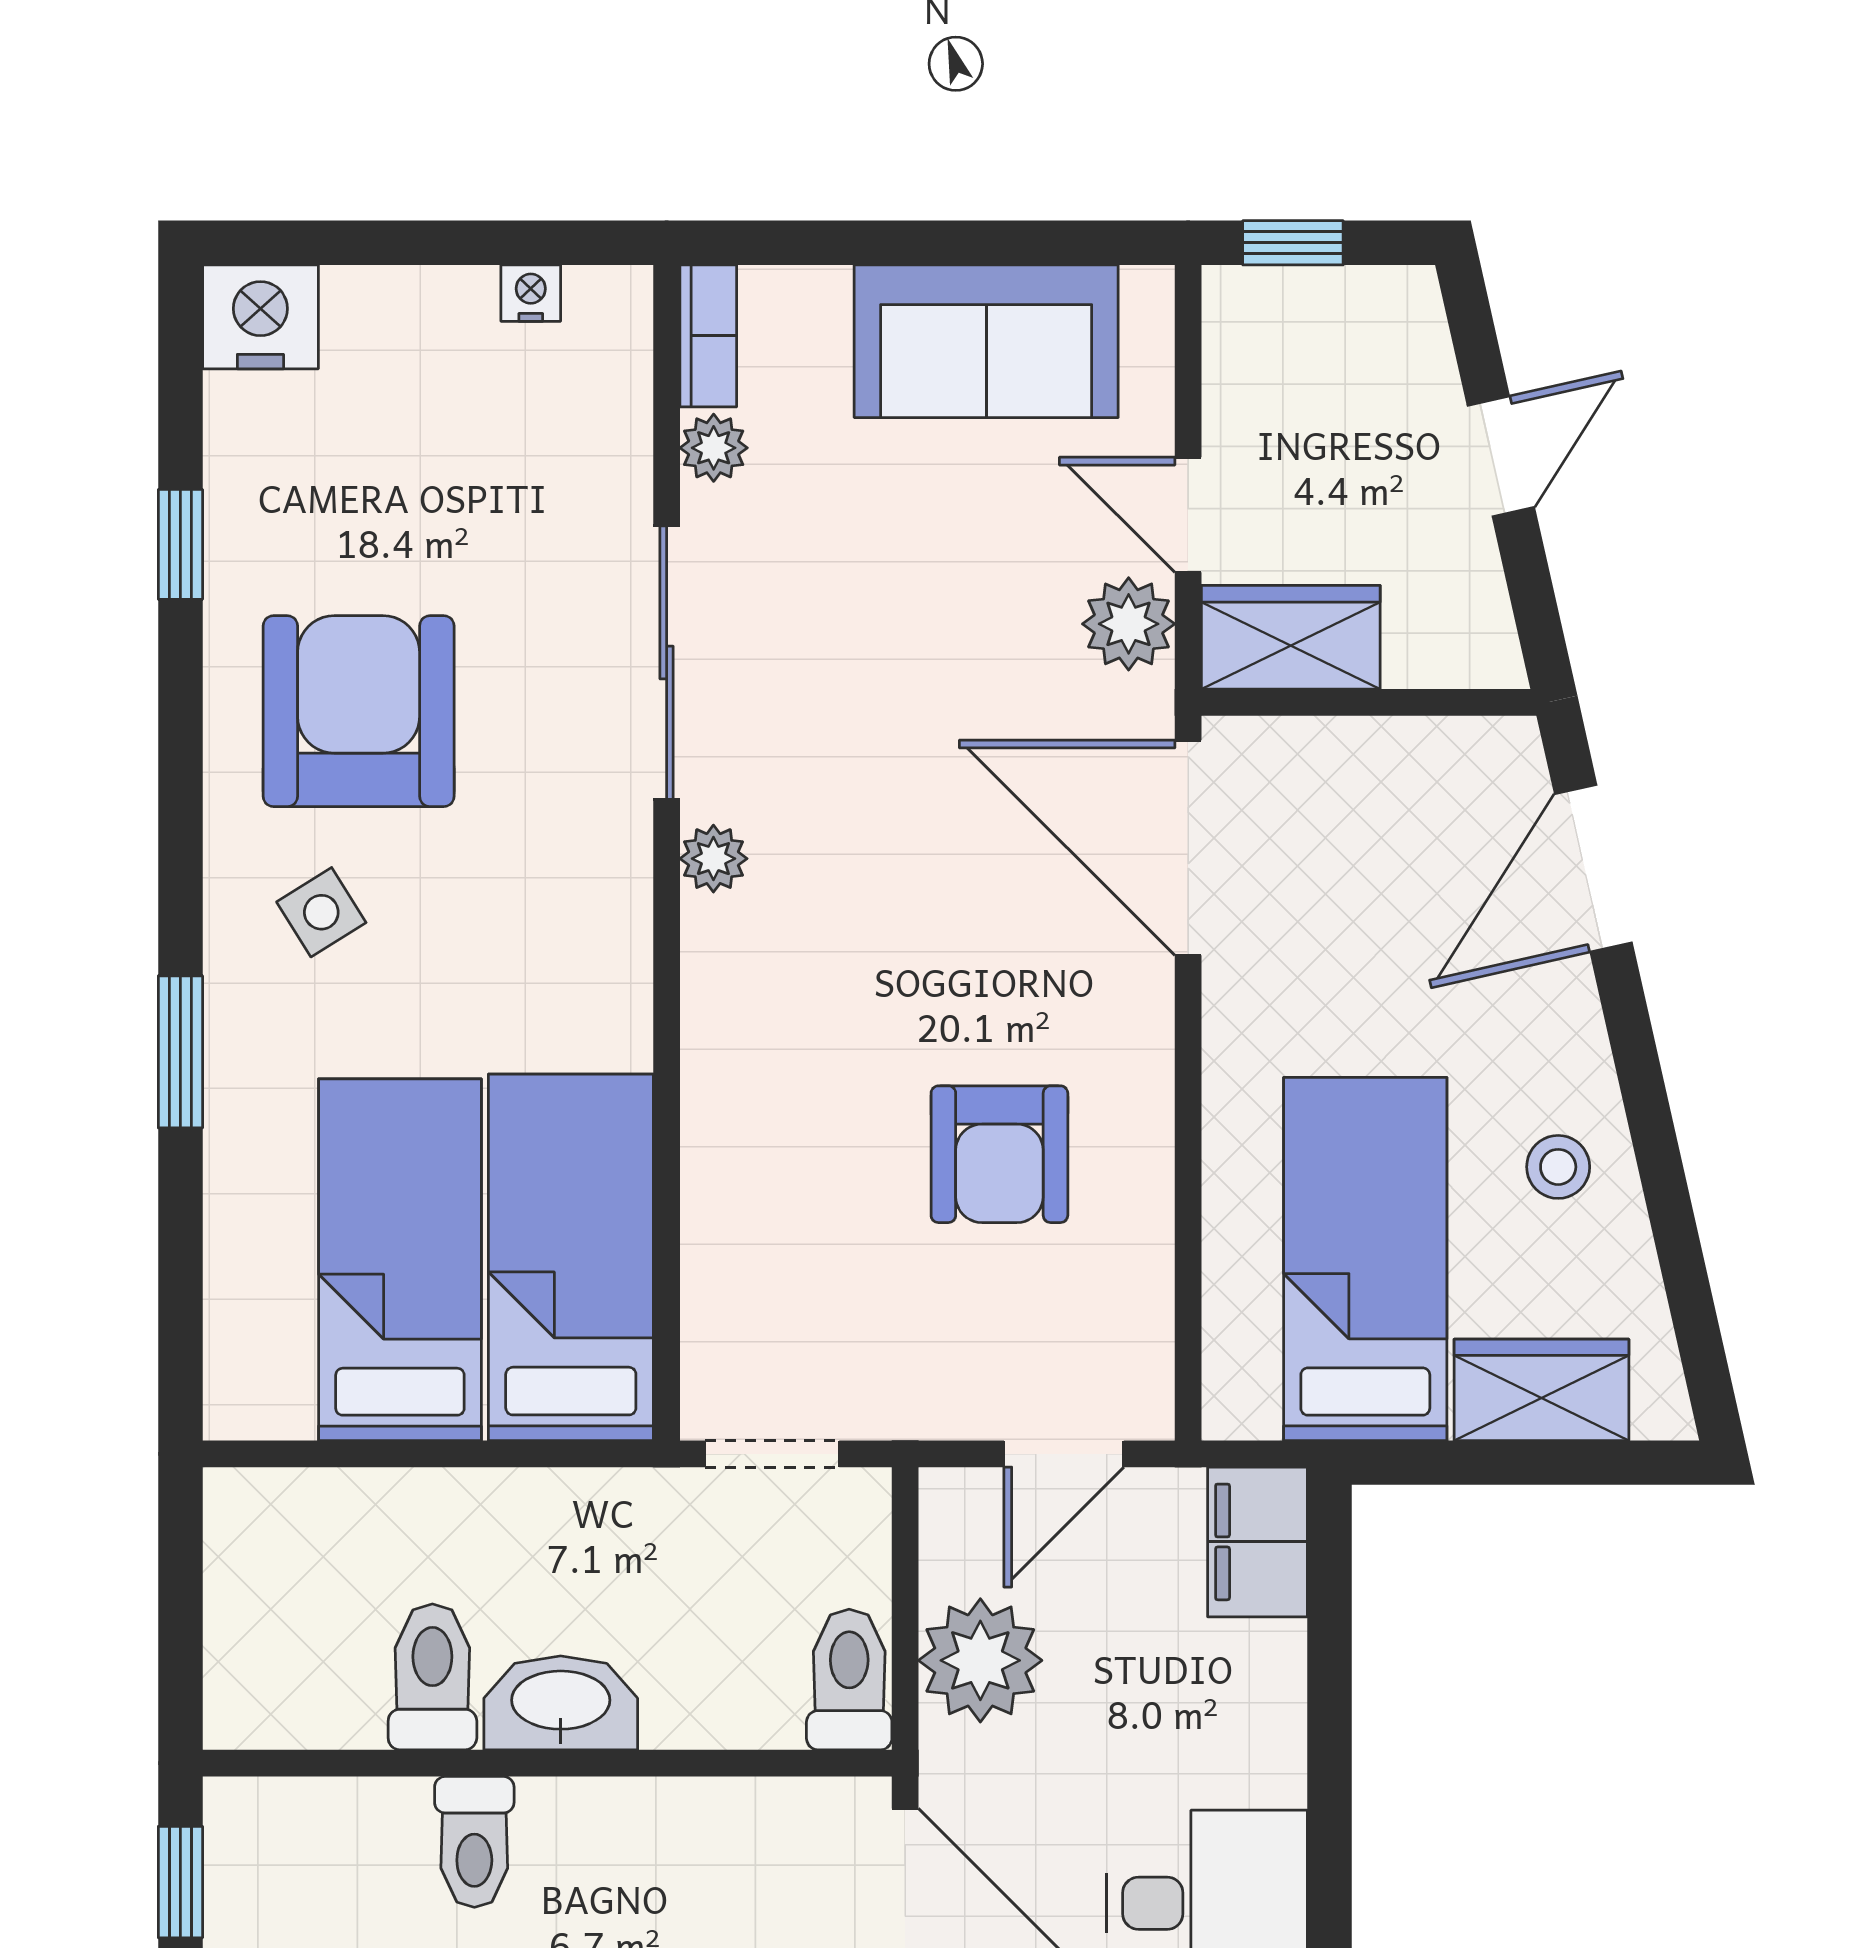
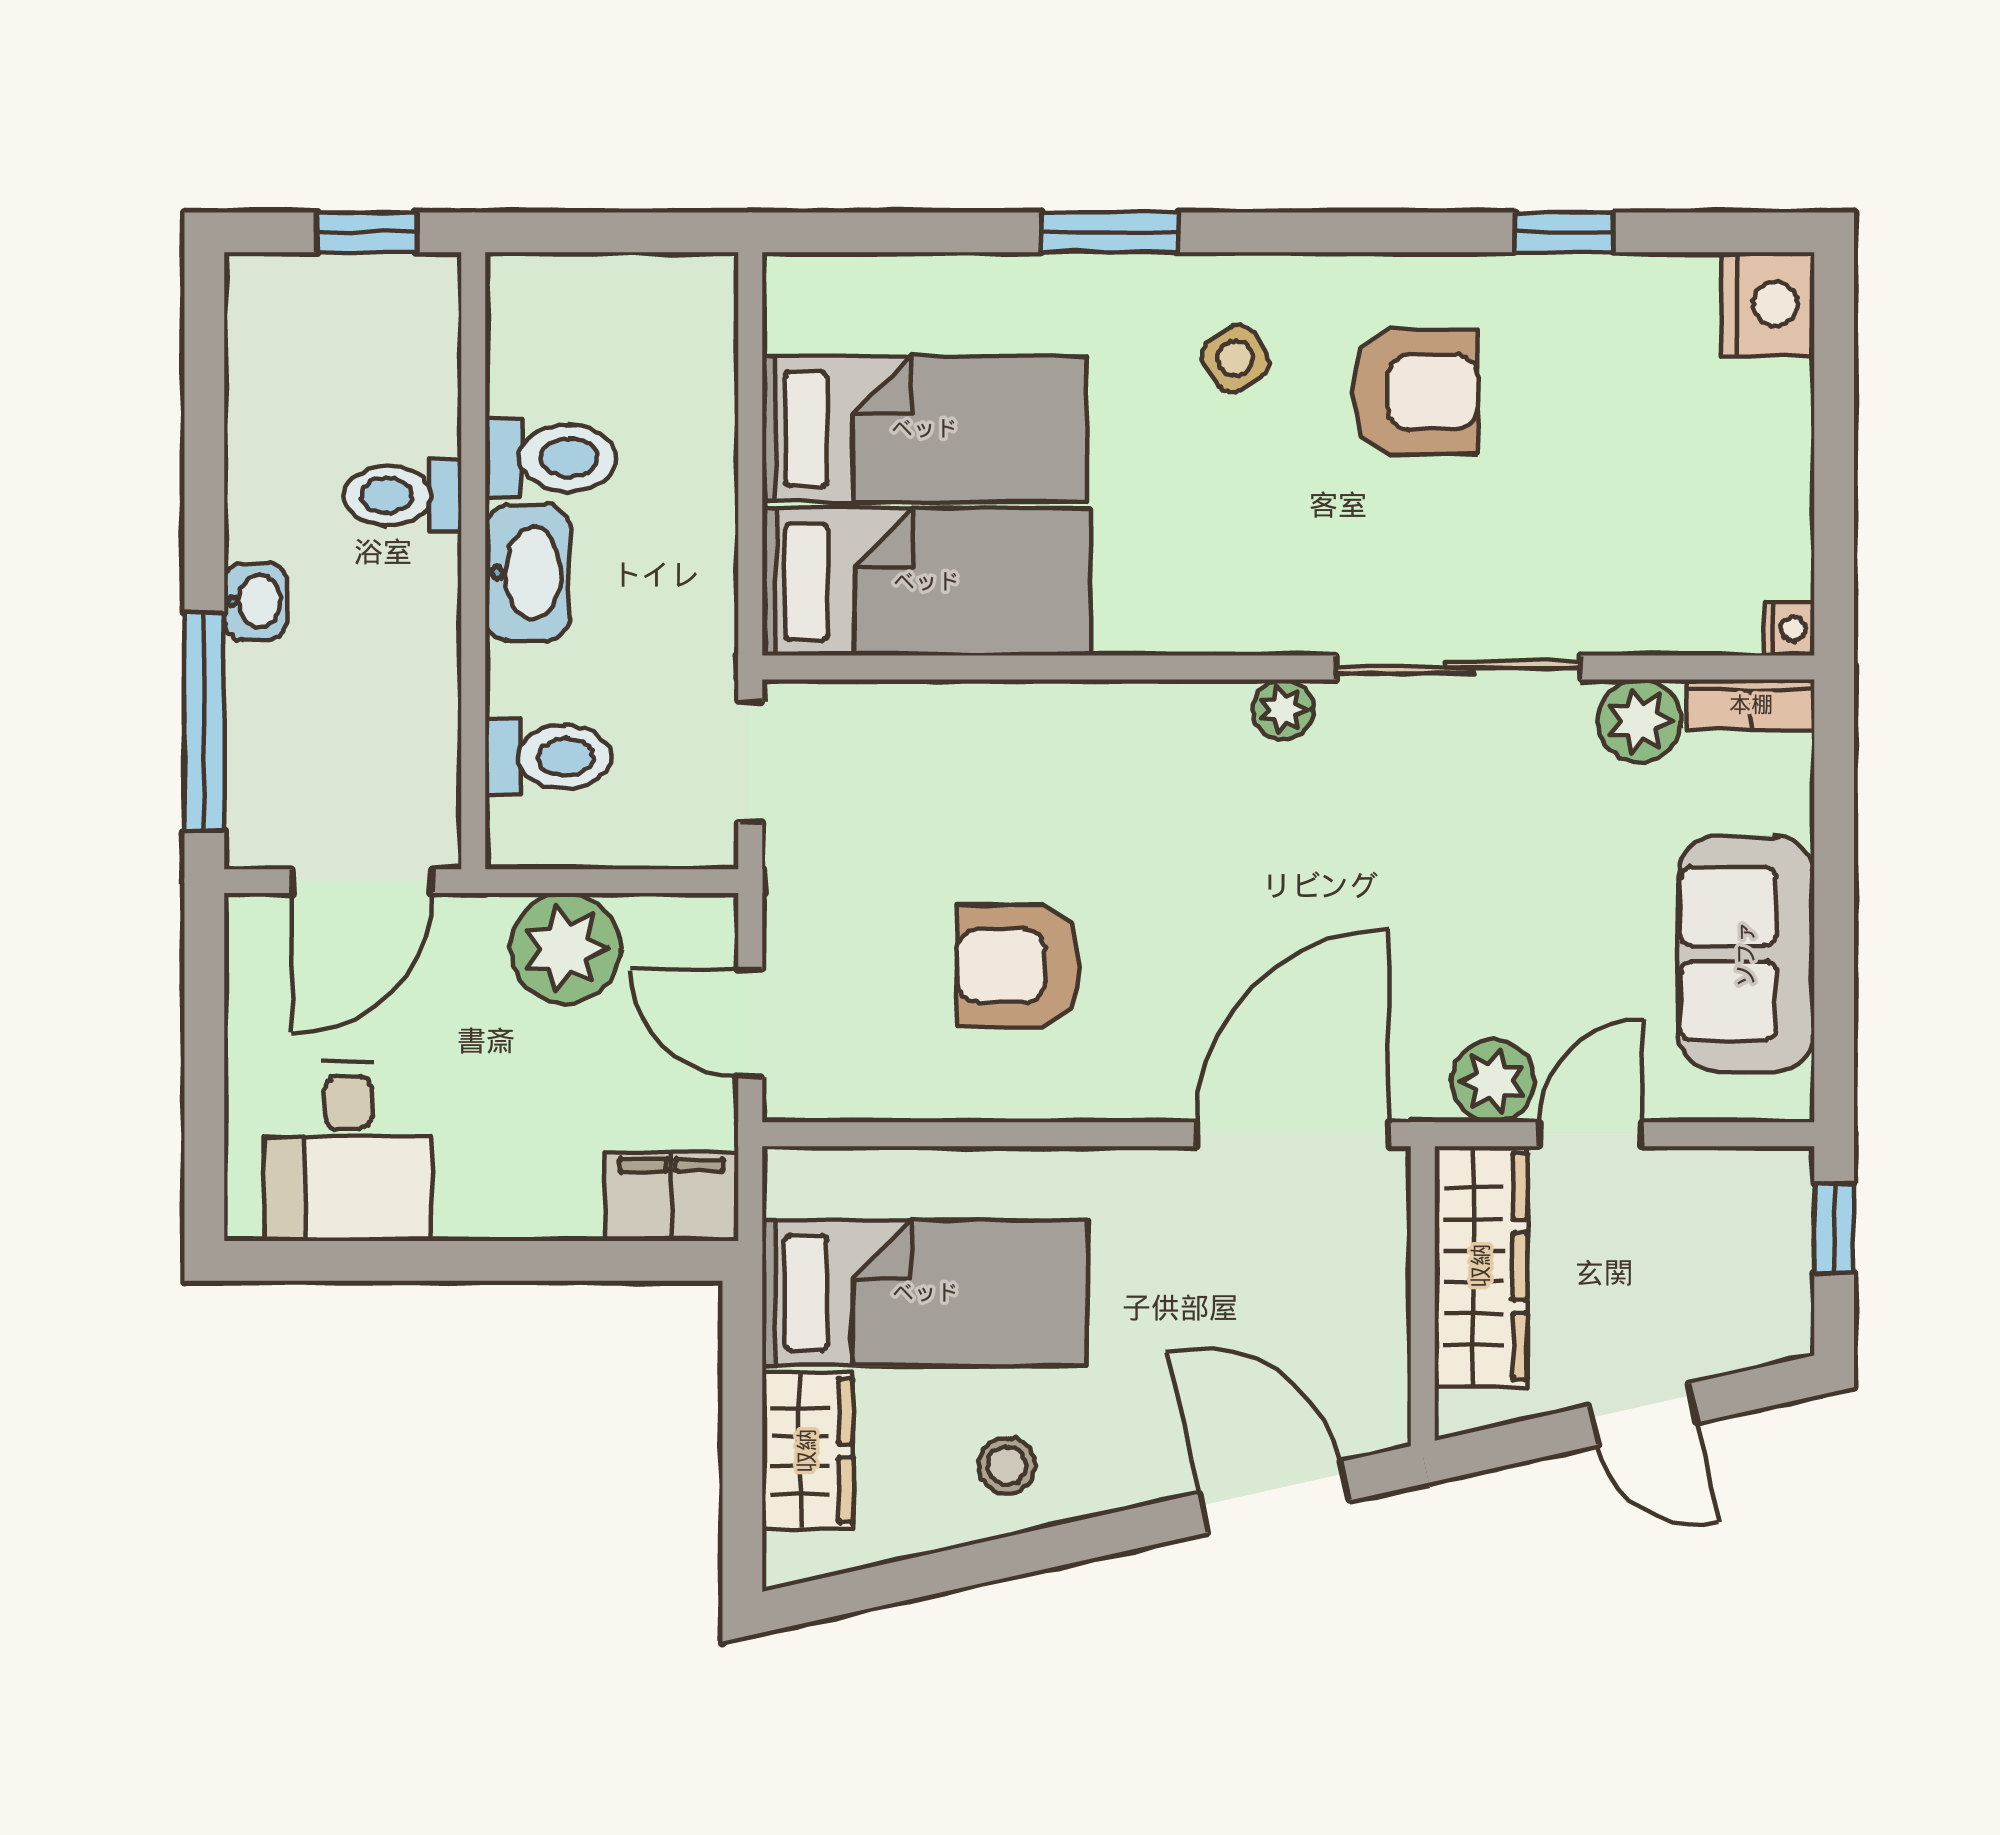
nightstand: (531, 293) -> (1789, 629), moved
plant: (714, 448) -> (1639, 721), width x1.38, depth x1.38
wardrobe: (1291, 637) -> (1481, 1266), width x1.50
armchair: (359, 711) -> (1415, 392), width x0.73, depth x0.73
toilet: (849, 1680) -> (548, 757), moved

